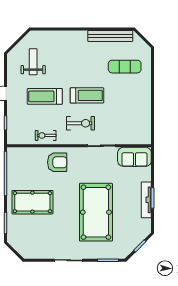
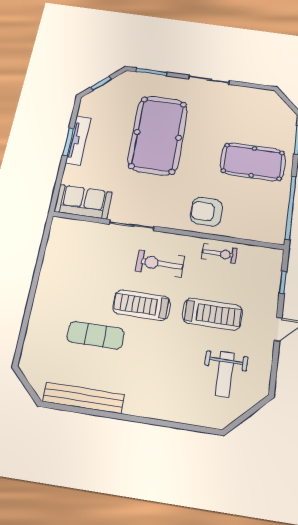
exercise mat: (125, 67) -> (96, 335), moved

